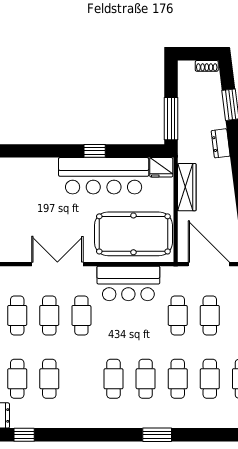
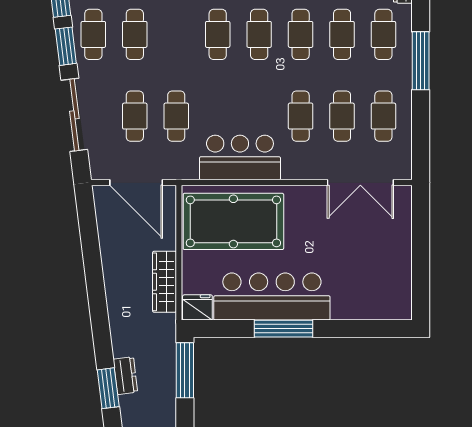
dresser: (221, 143) -> (125, 376), moved
window: (95, 151) -> (284, 329), width x2.17
double door: (57, 264) -> (360, 183), moved
cafe table: (178, 379) -> (301, 34), moved

